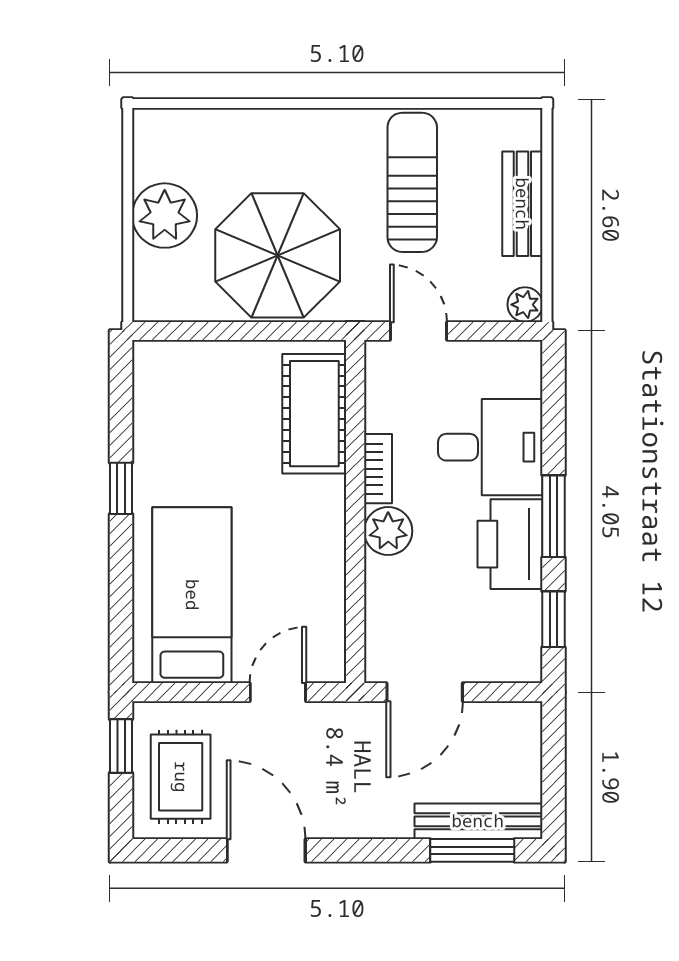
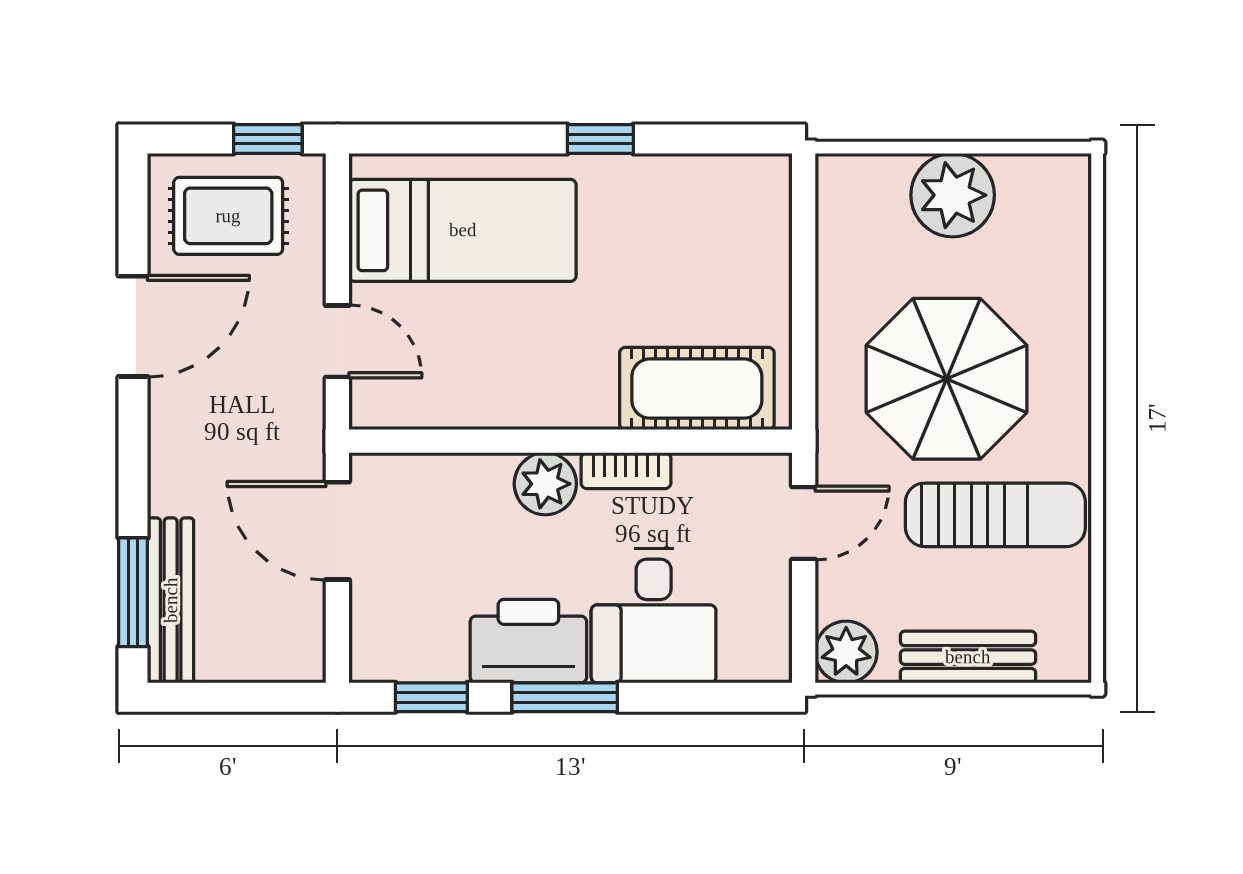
parasol: (278, 255) -> (947, 379), moved
plant: (525, 305) -> (846, 652), width x1.38, depth x1.38

